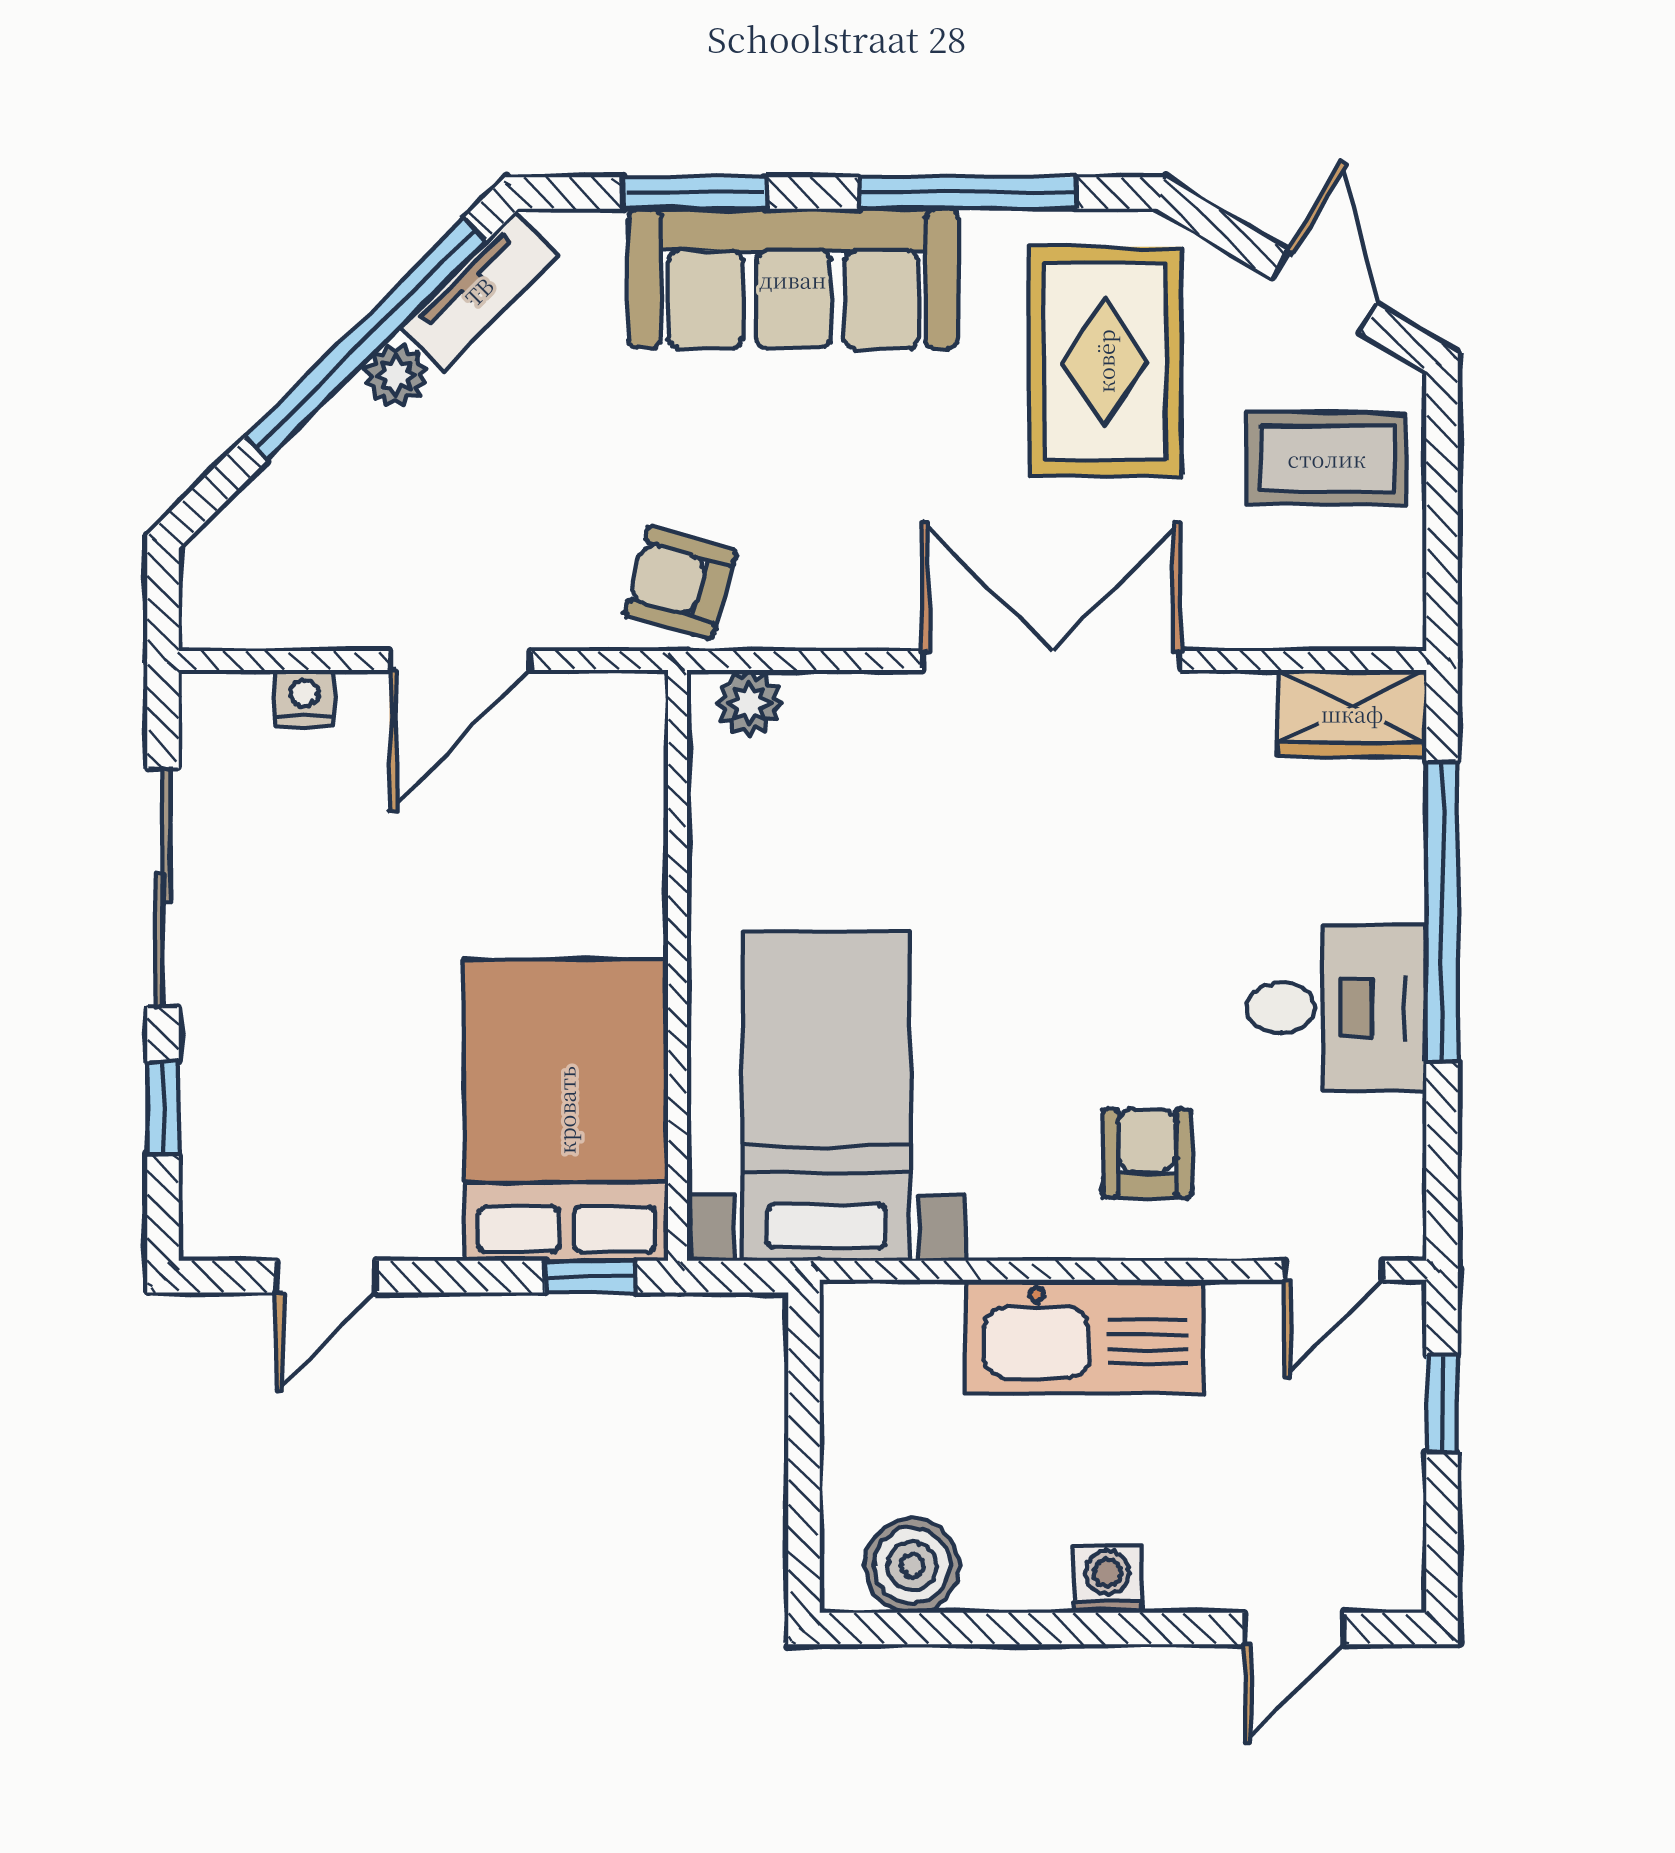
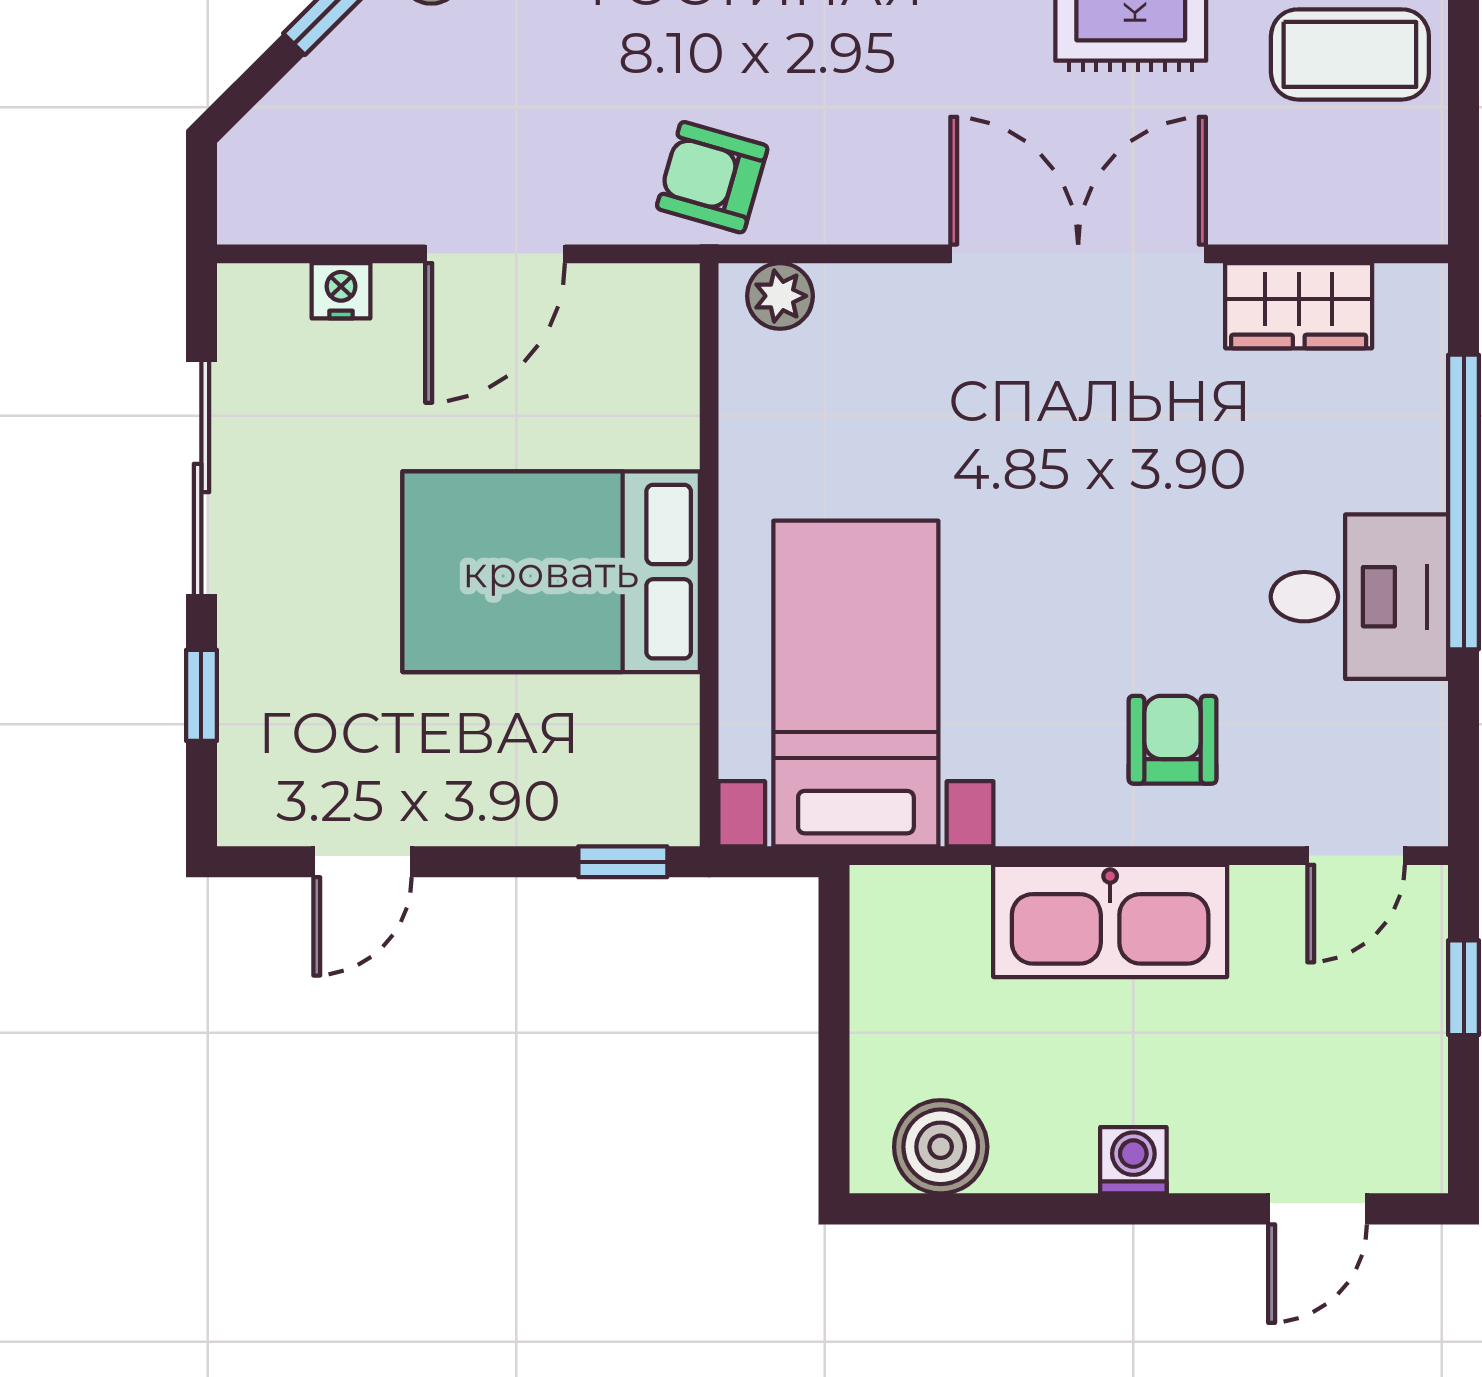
wardrobe: (1352, 713) -> (1299, 306), moved
bed: (566, 1110) -> (551, 572), moved, turned -90

